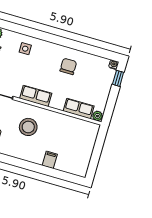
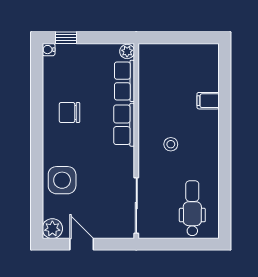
side table: (25, 49) -> (62, 180), width x1.87, depth x1.87
row of seats: (36, 96) -> (124, 125), moved
stool: (28, 127) -> (171, 144), width x0.53, depth x0.53

